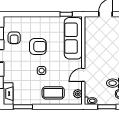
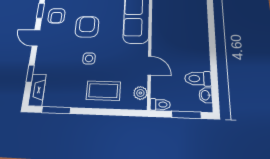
armchair: (38, 47) -> (87, 27), turned -90
door: (83, 75) -> (149, 66), swing flipped

